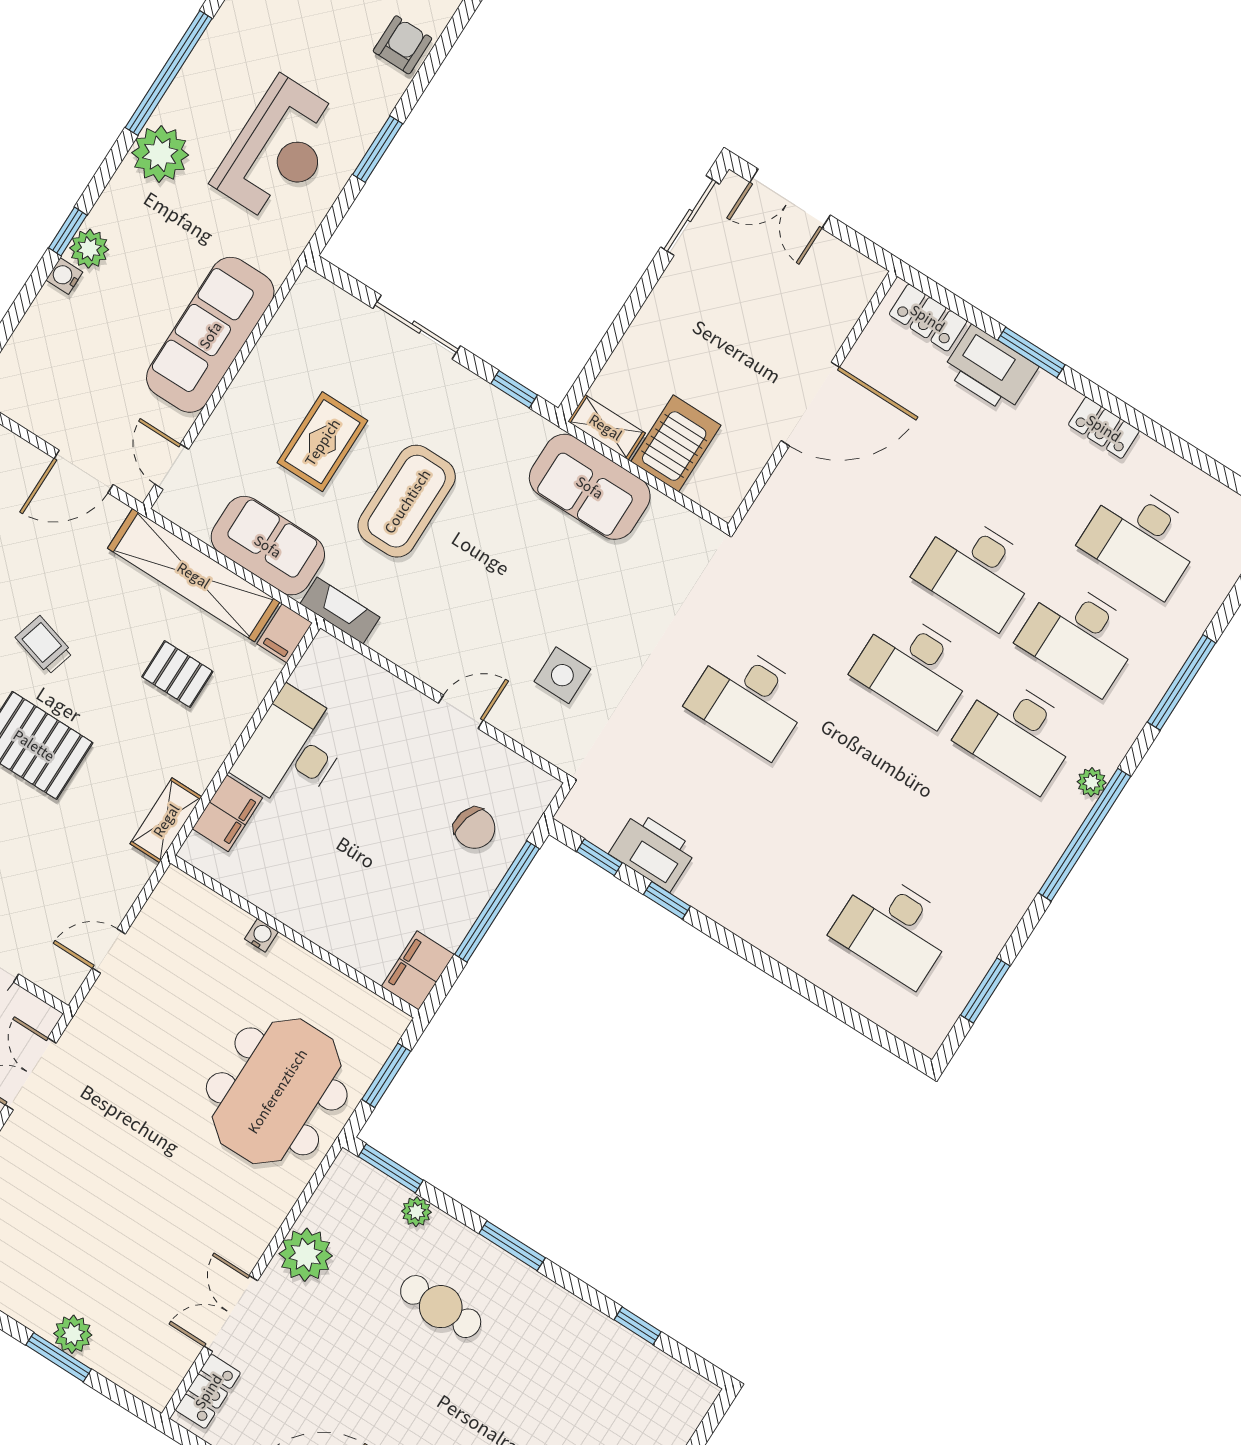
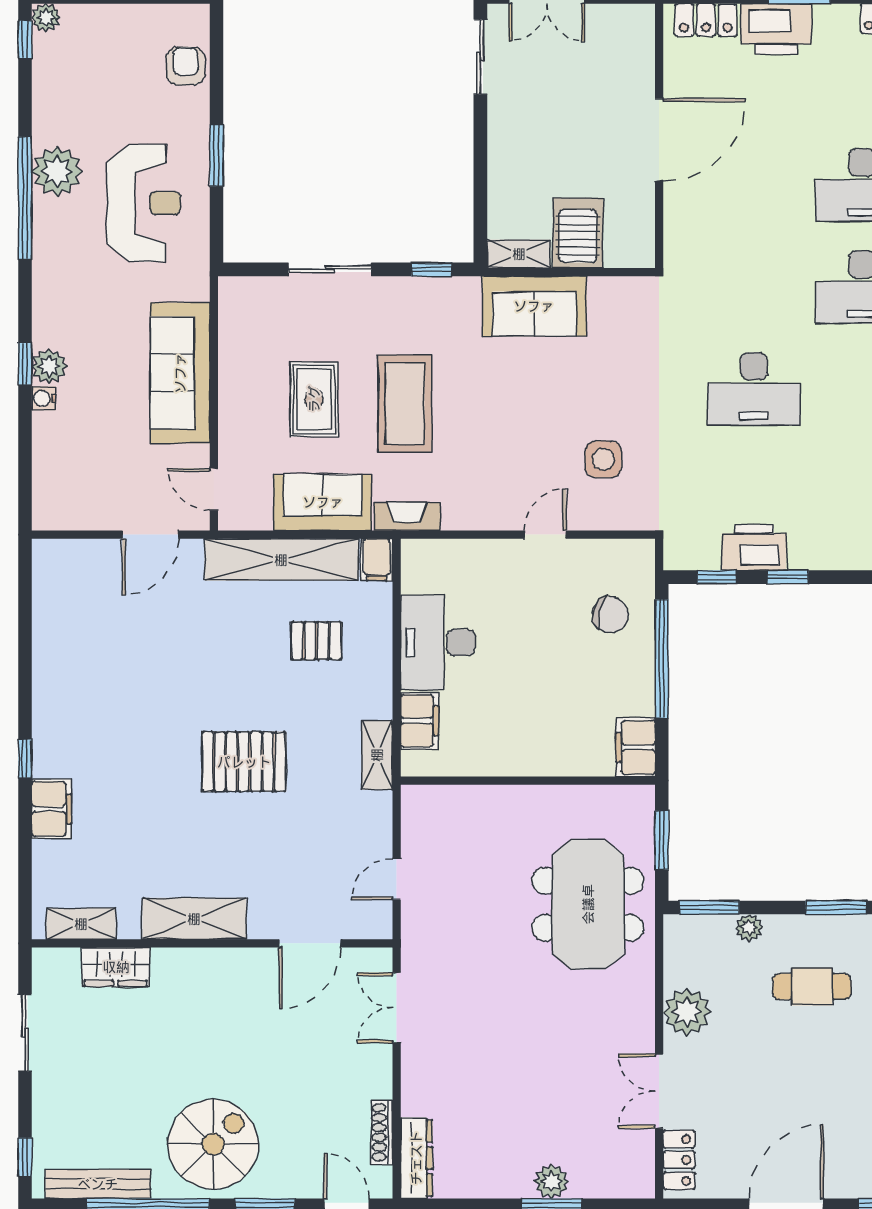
plant: (160, 154) -> (57, 171), moved
trolley: (44, 645) -> (204, 683), removed
water cooler: (261, 935) -> (503, 795), removed

